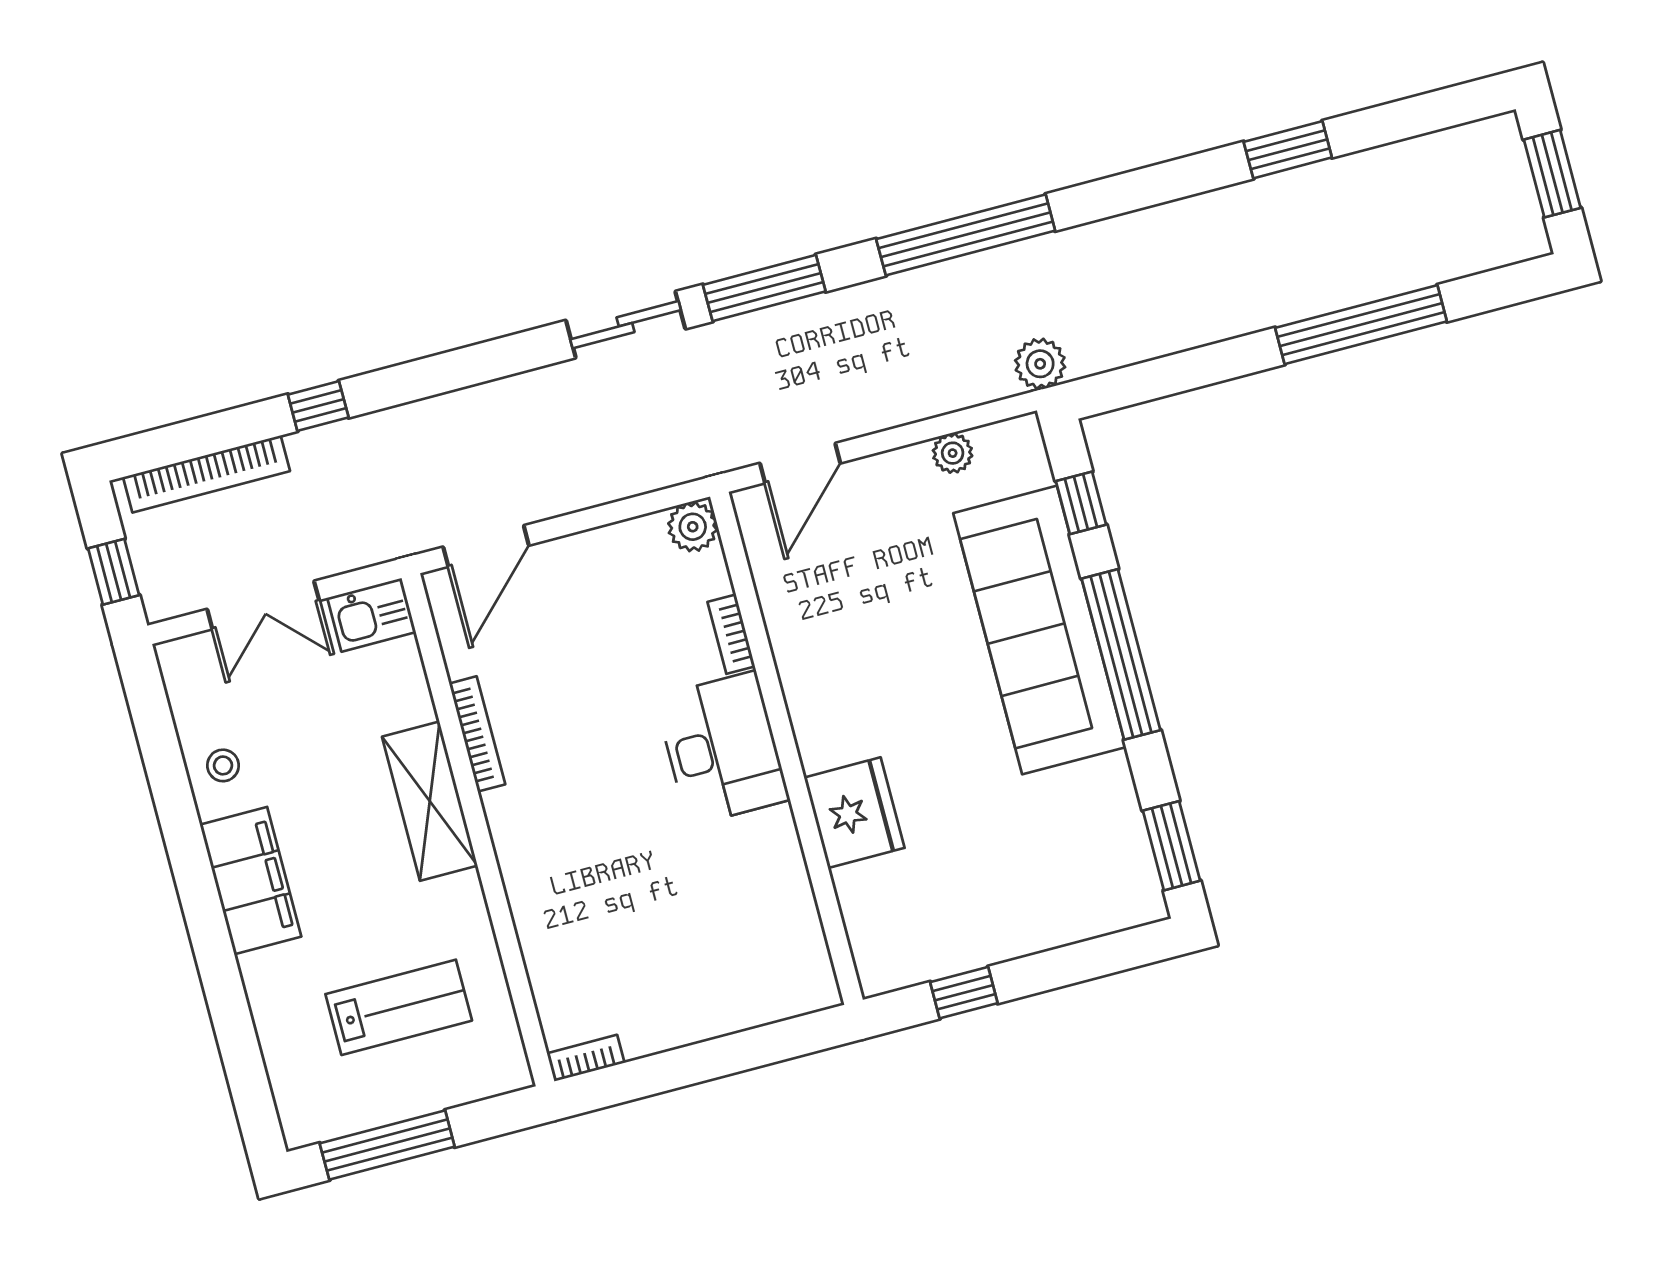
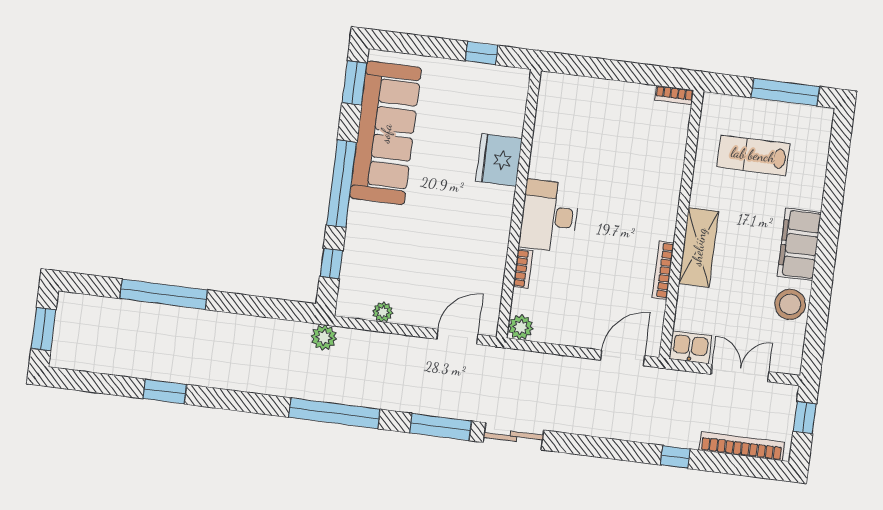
sofa: (1040, 630) -> (386, 133), moved
stool: (223, 765) -> (790, 304), width x1.89, depth x1.89

